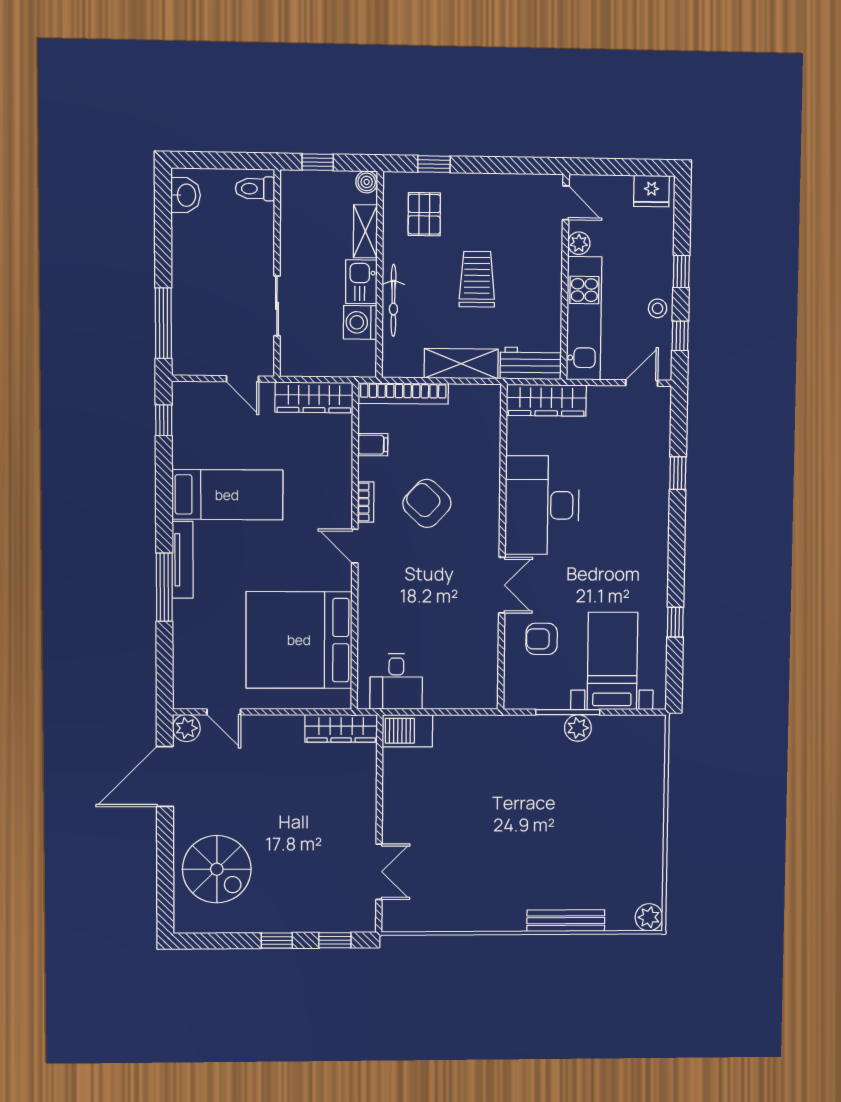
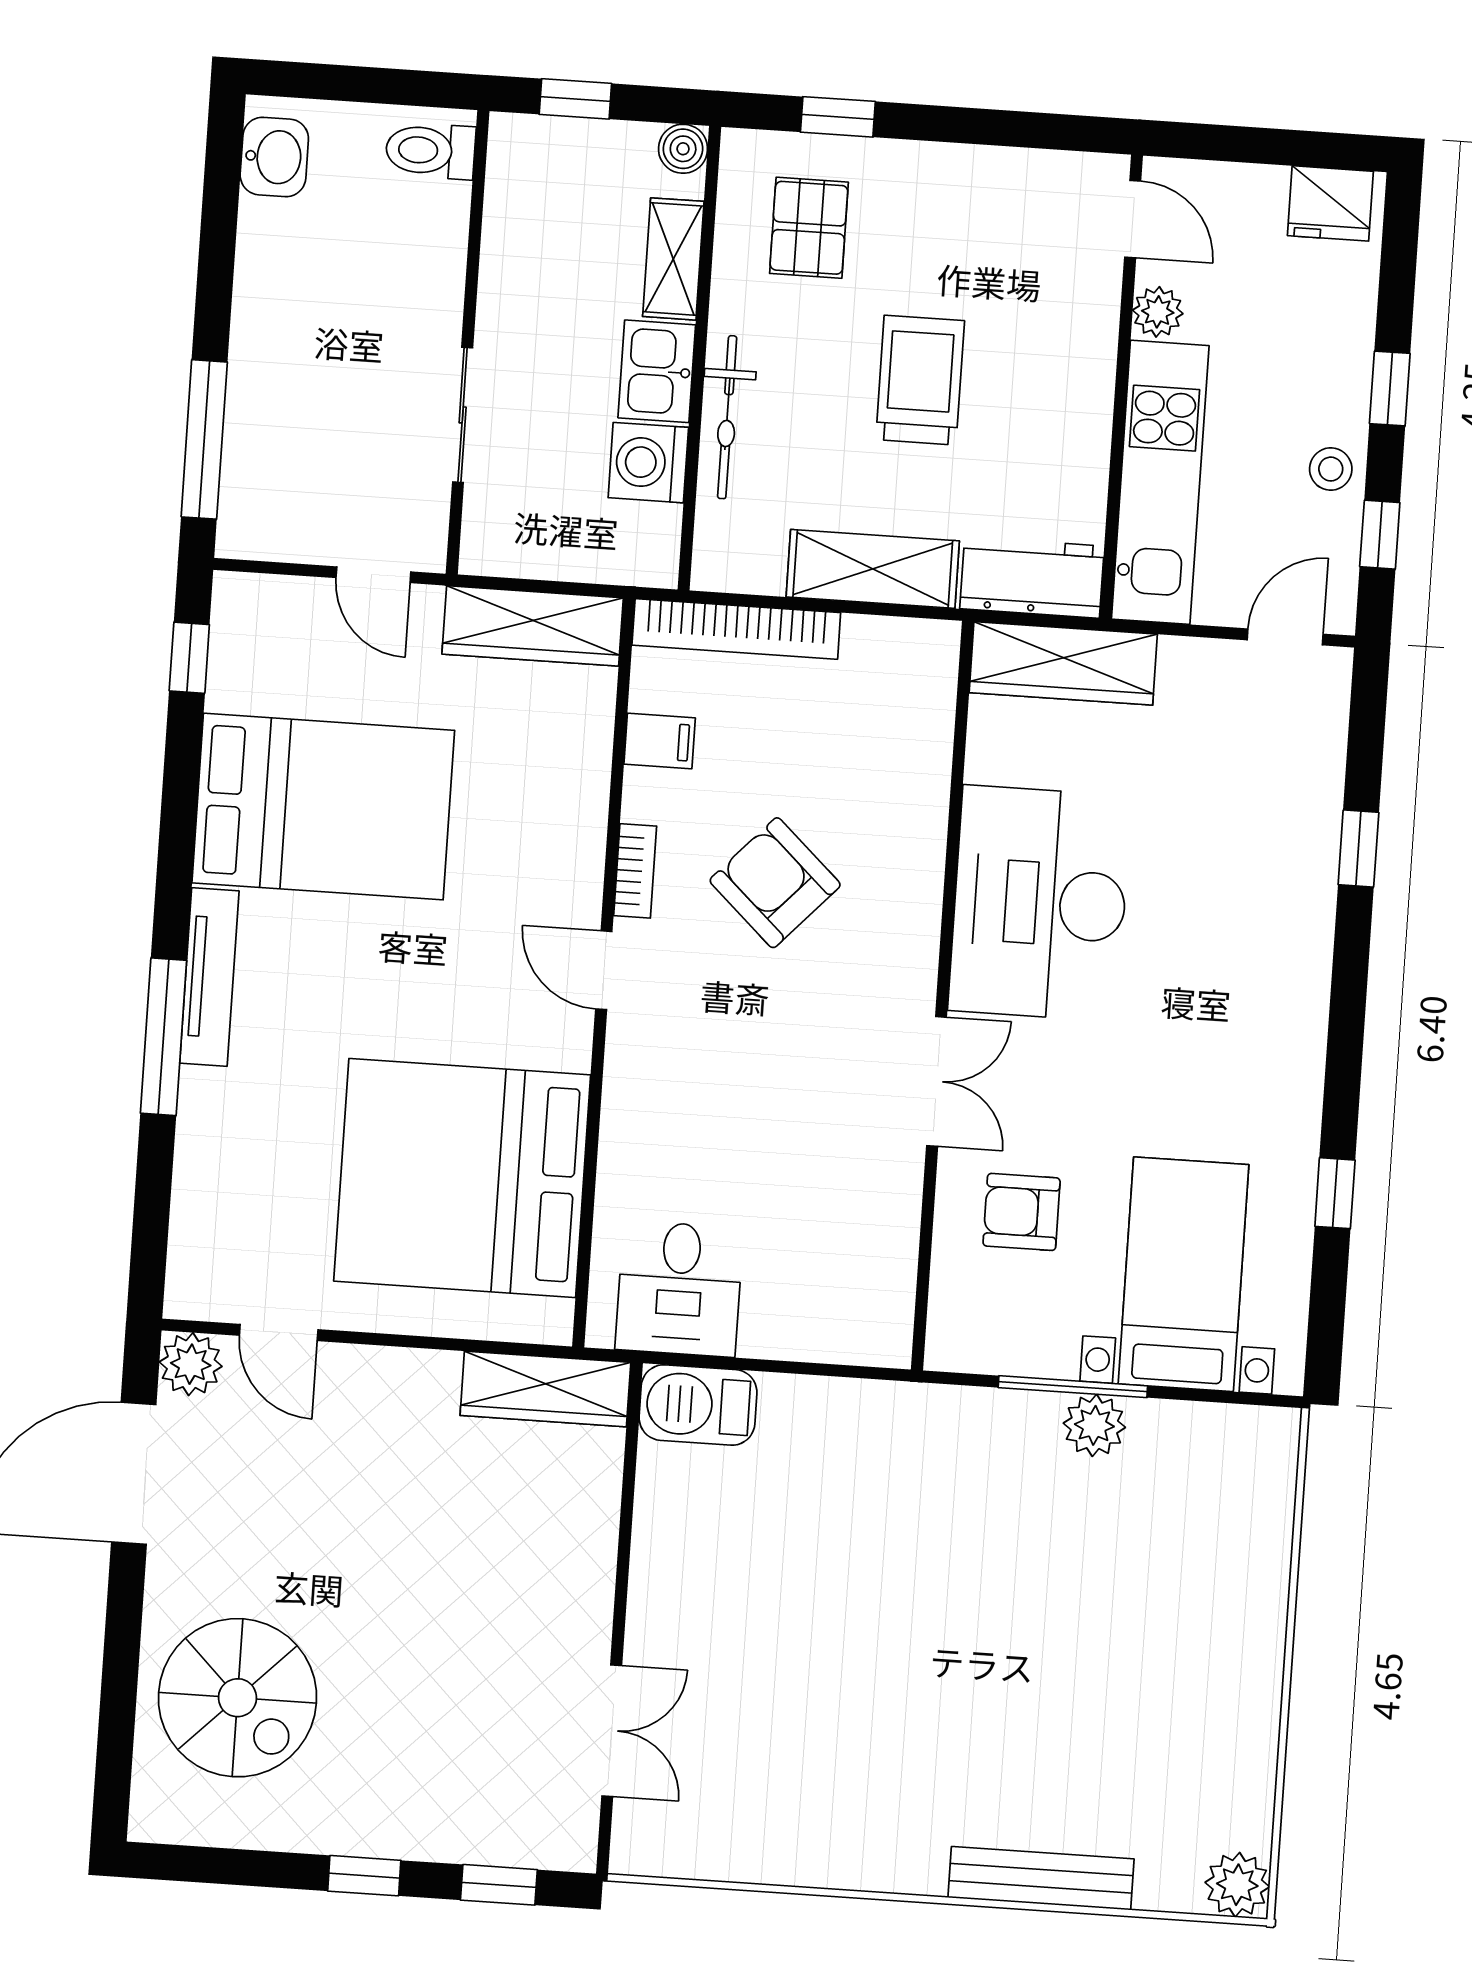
bed: (227, 495) -> (323, 807), width x1.50

